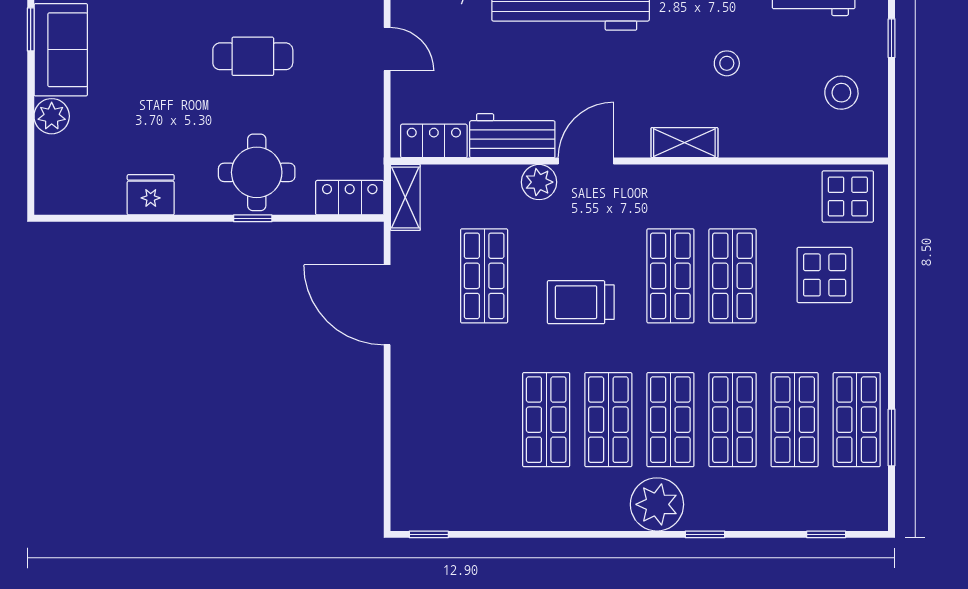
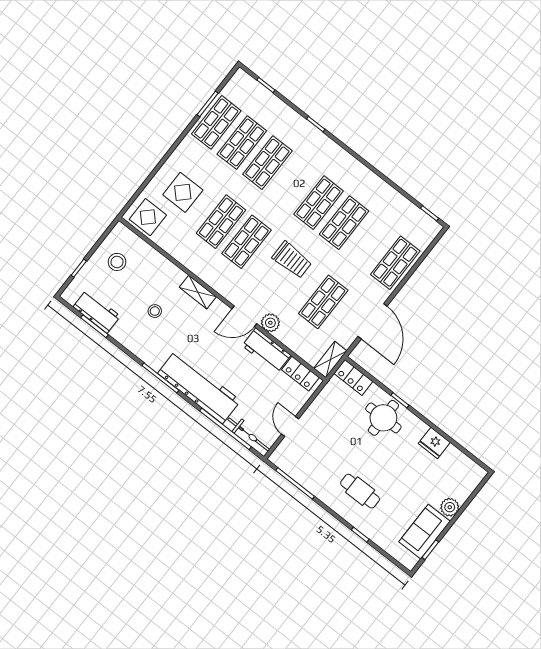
cafe table: (253, 56) -> (360, 491), moved
shop shelf: (670, 420) -> (395, 263), moved
plant: (657, 504) -> (326, 152), removed

